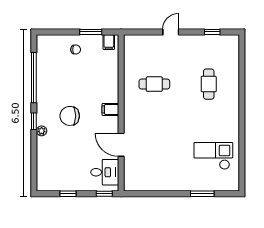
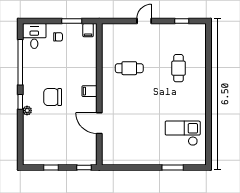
desk: (105, 172) -> (34, 36), moved, turned -90

